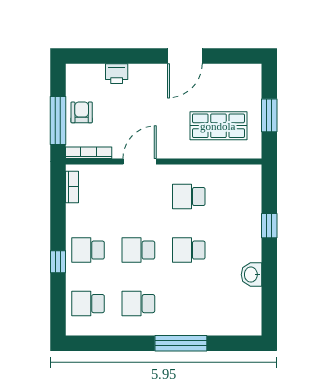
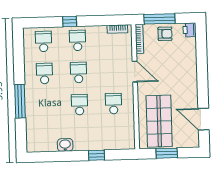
door: (185, 56) -> (204, 119), moved
printer: (117, 74) -> (190, 30), moved
shop shelf: (218, 126) -> (159, 121), width x1.43, depth x1.36

